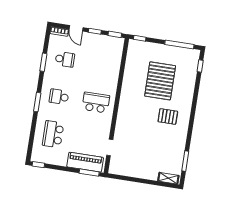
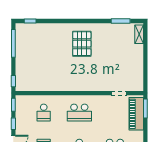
school desk: (102, 65) -> (44, 112), added
pallet: (160, 81) -> (50, 56), removed
school desk: (96, 103) -> (79, 112), turned -90
pallet: (168, 116) -> (82, 44), width x1.50, depth x1.42

